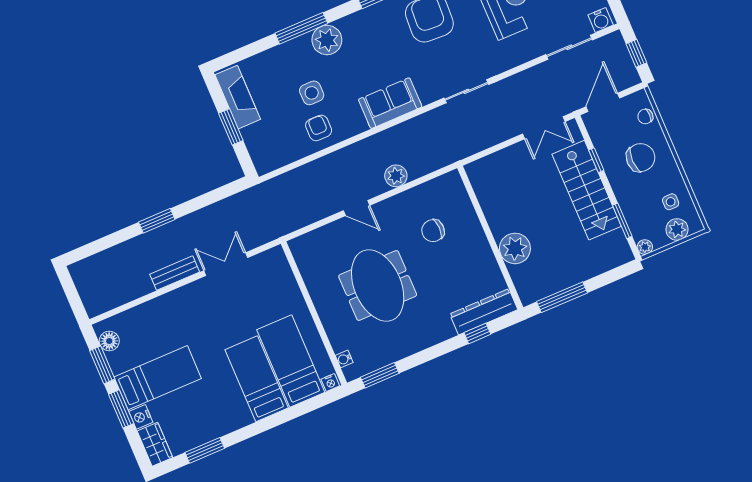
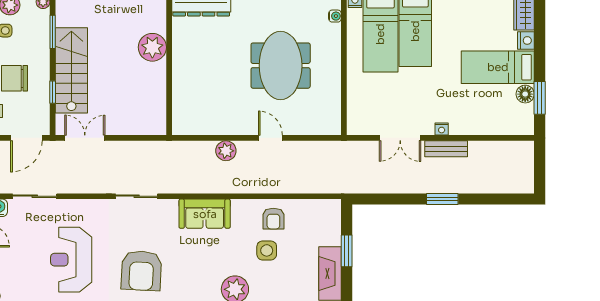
chair: (433, 231) -> (215, 92), removed
nightstand: (188, 291) -> (442, 129), added
floor lamp: (109, 341) -> (525, 94), moved
window: (121, 409) -> (540, 54), removed

